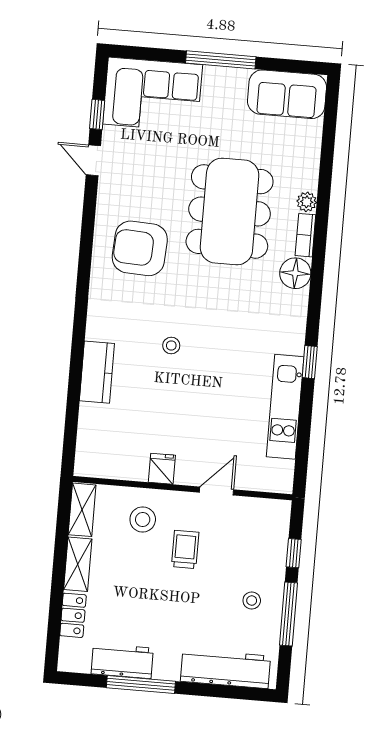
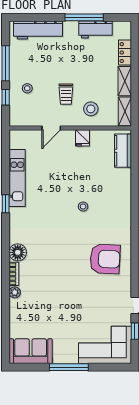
dining table: (230, 211) -> (57, 284), removed
kitchen counter: (97, 372) -> (123, 151), moved
stool: (252, 601) -> (27, 88), moved

